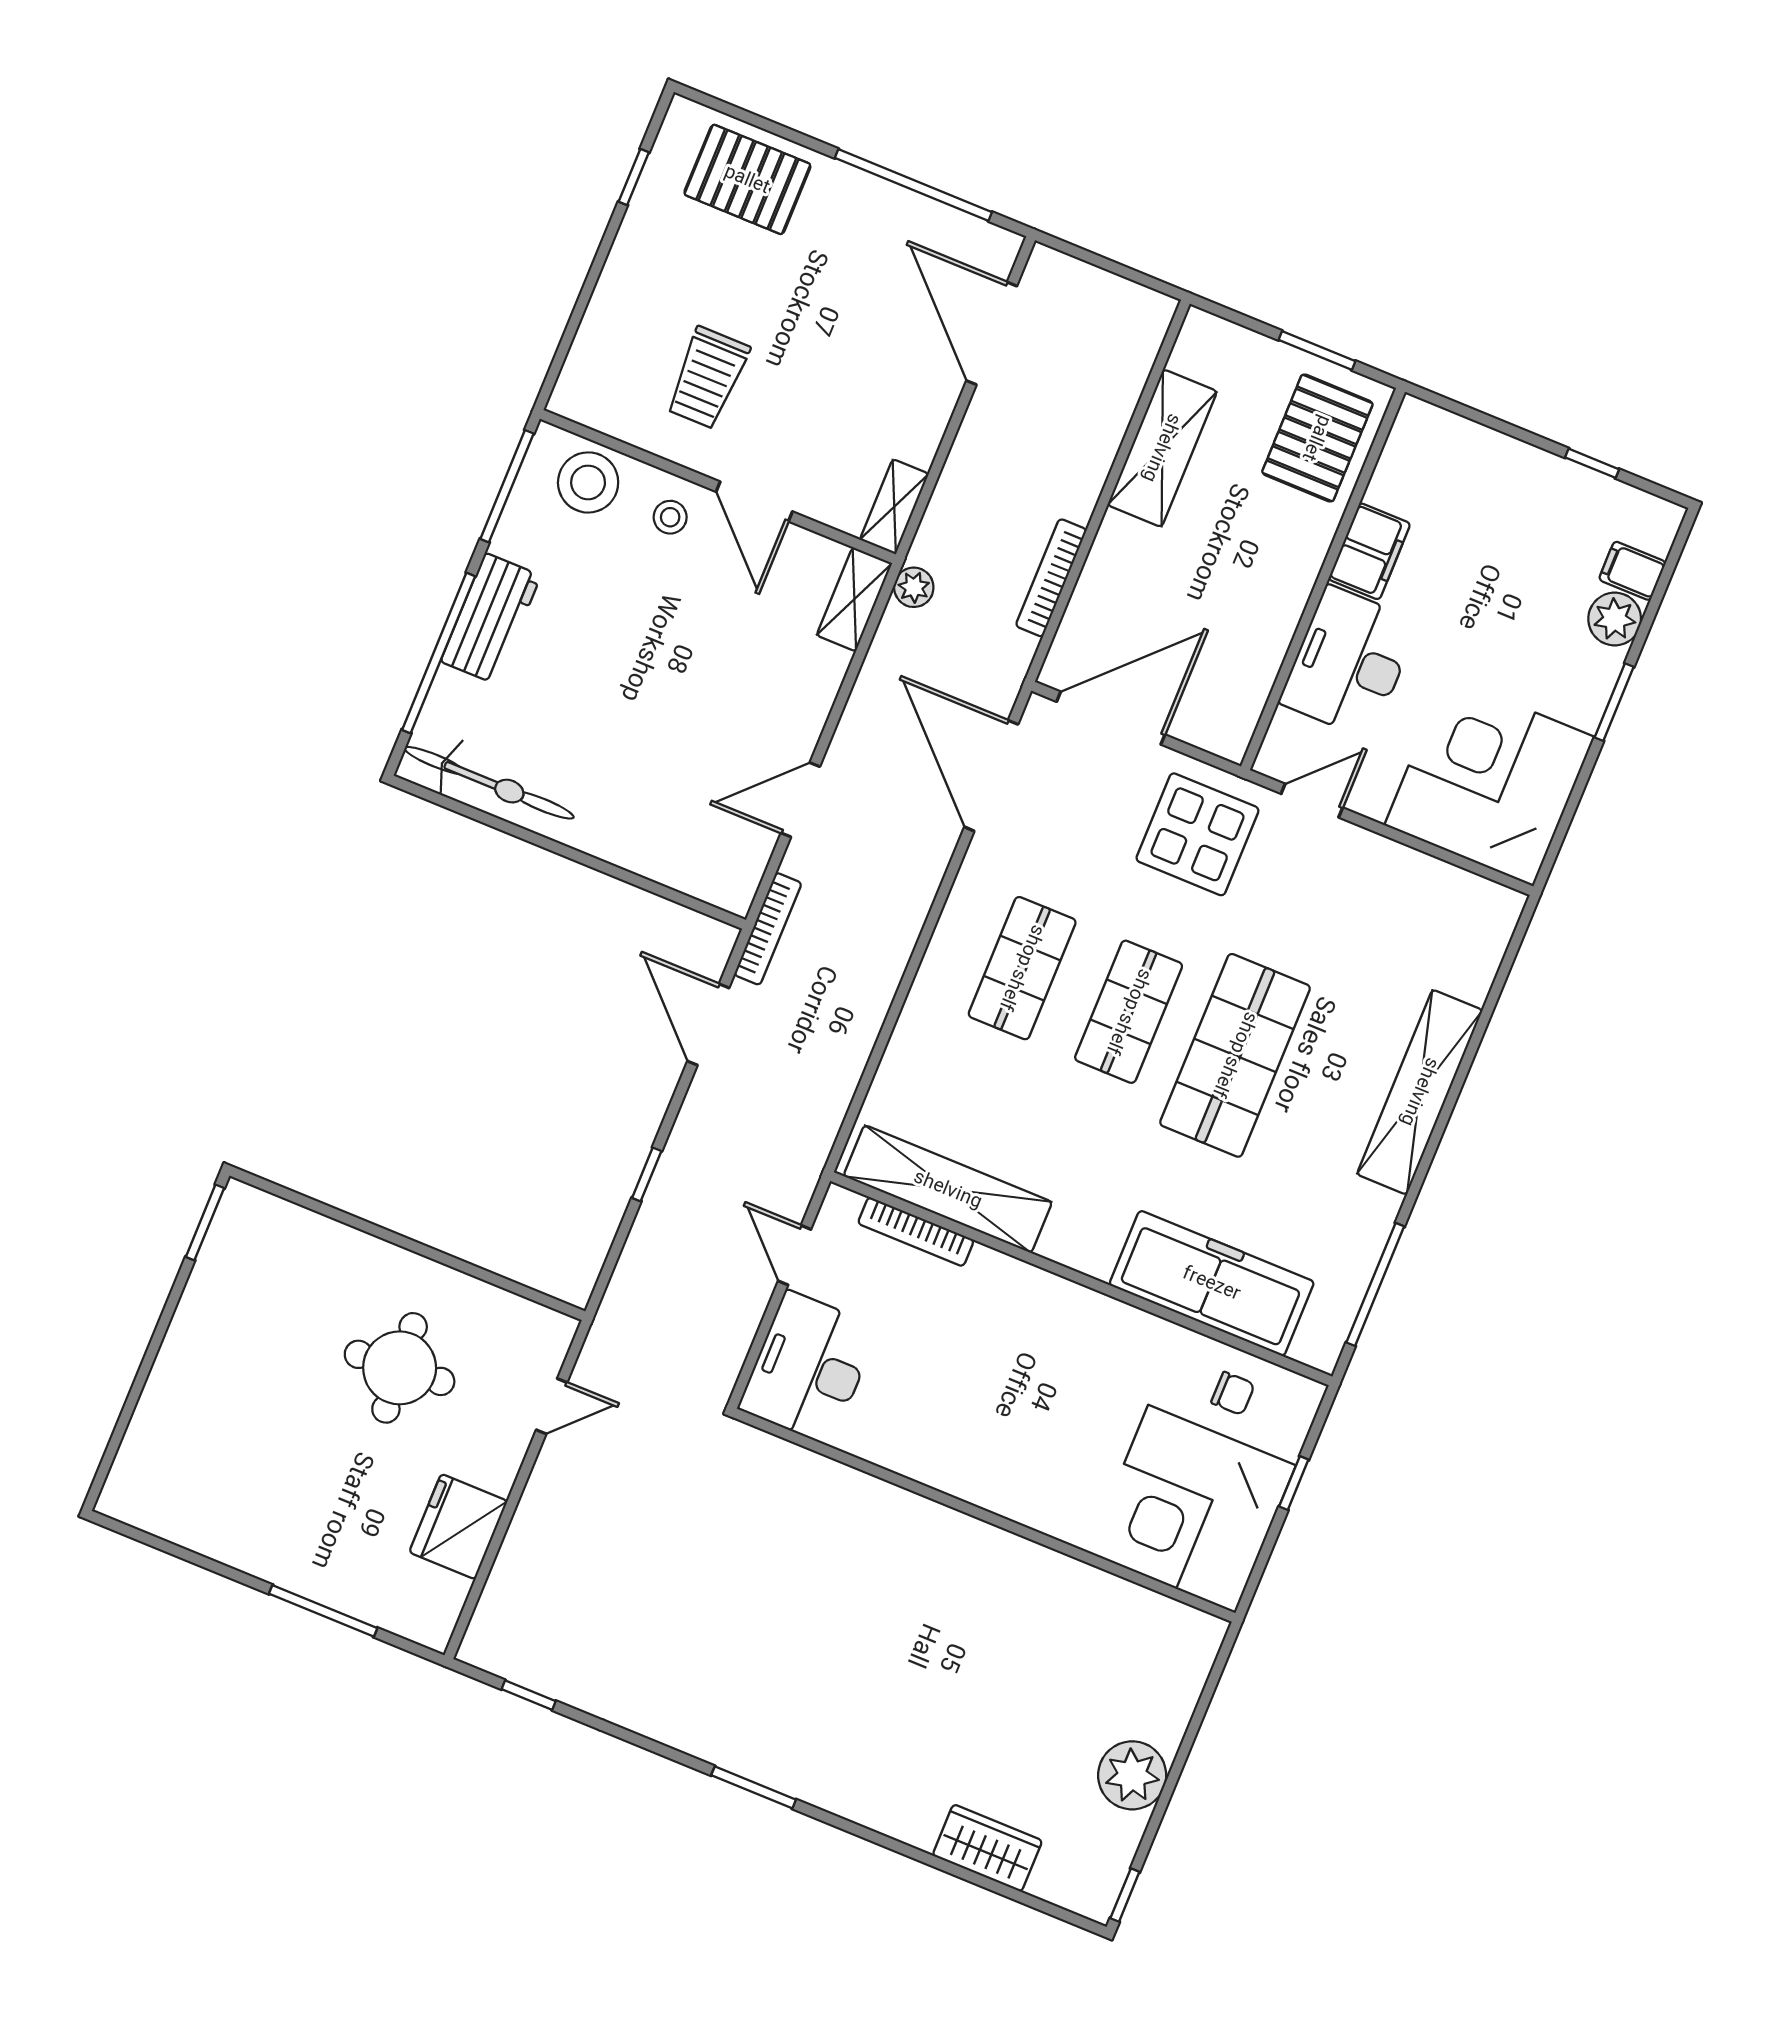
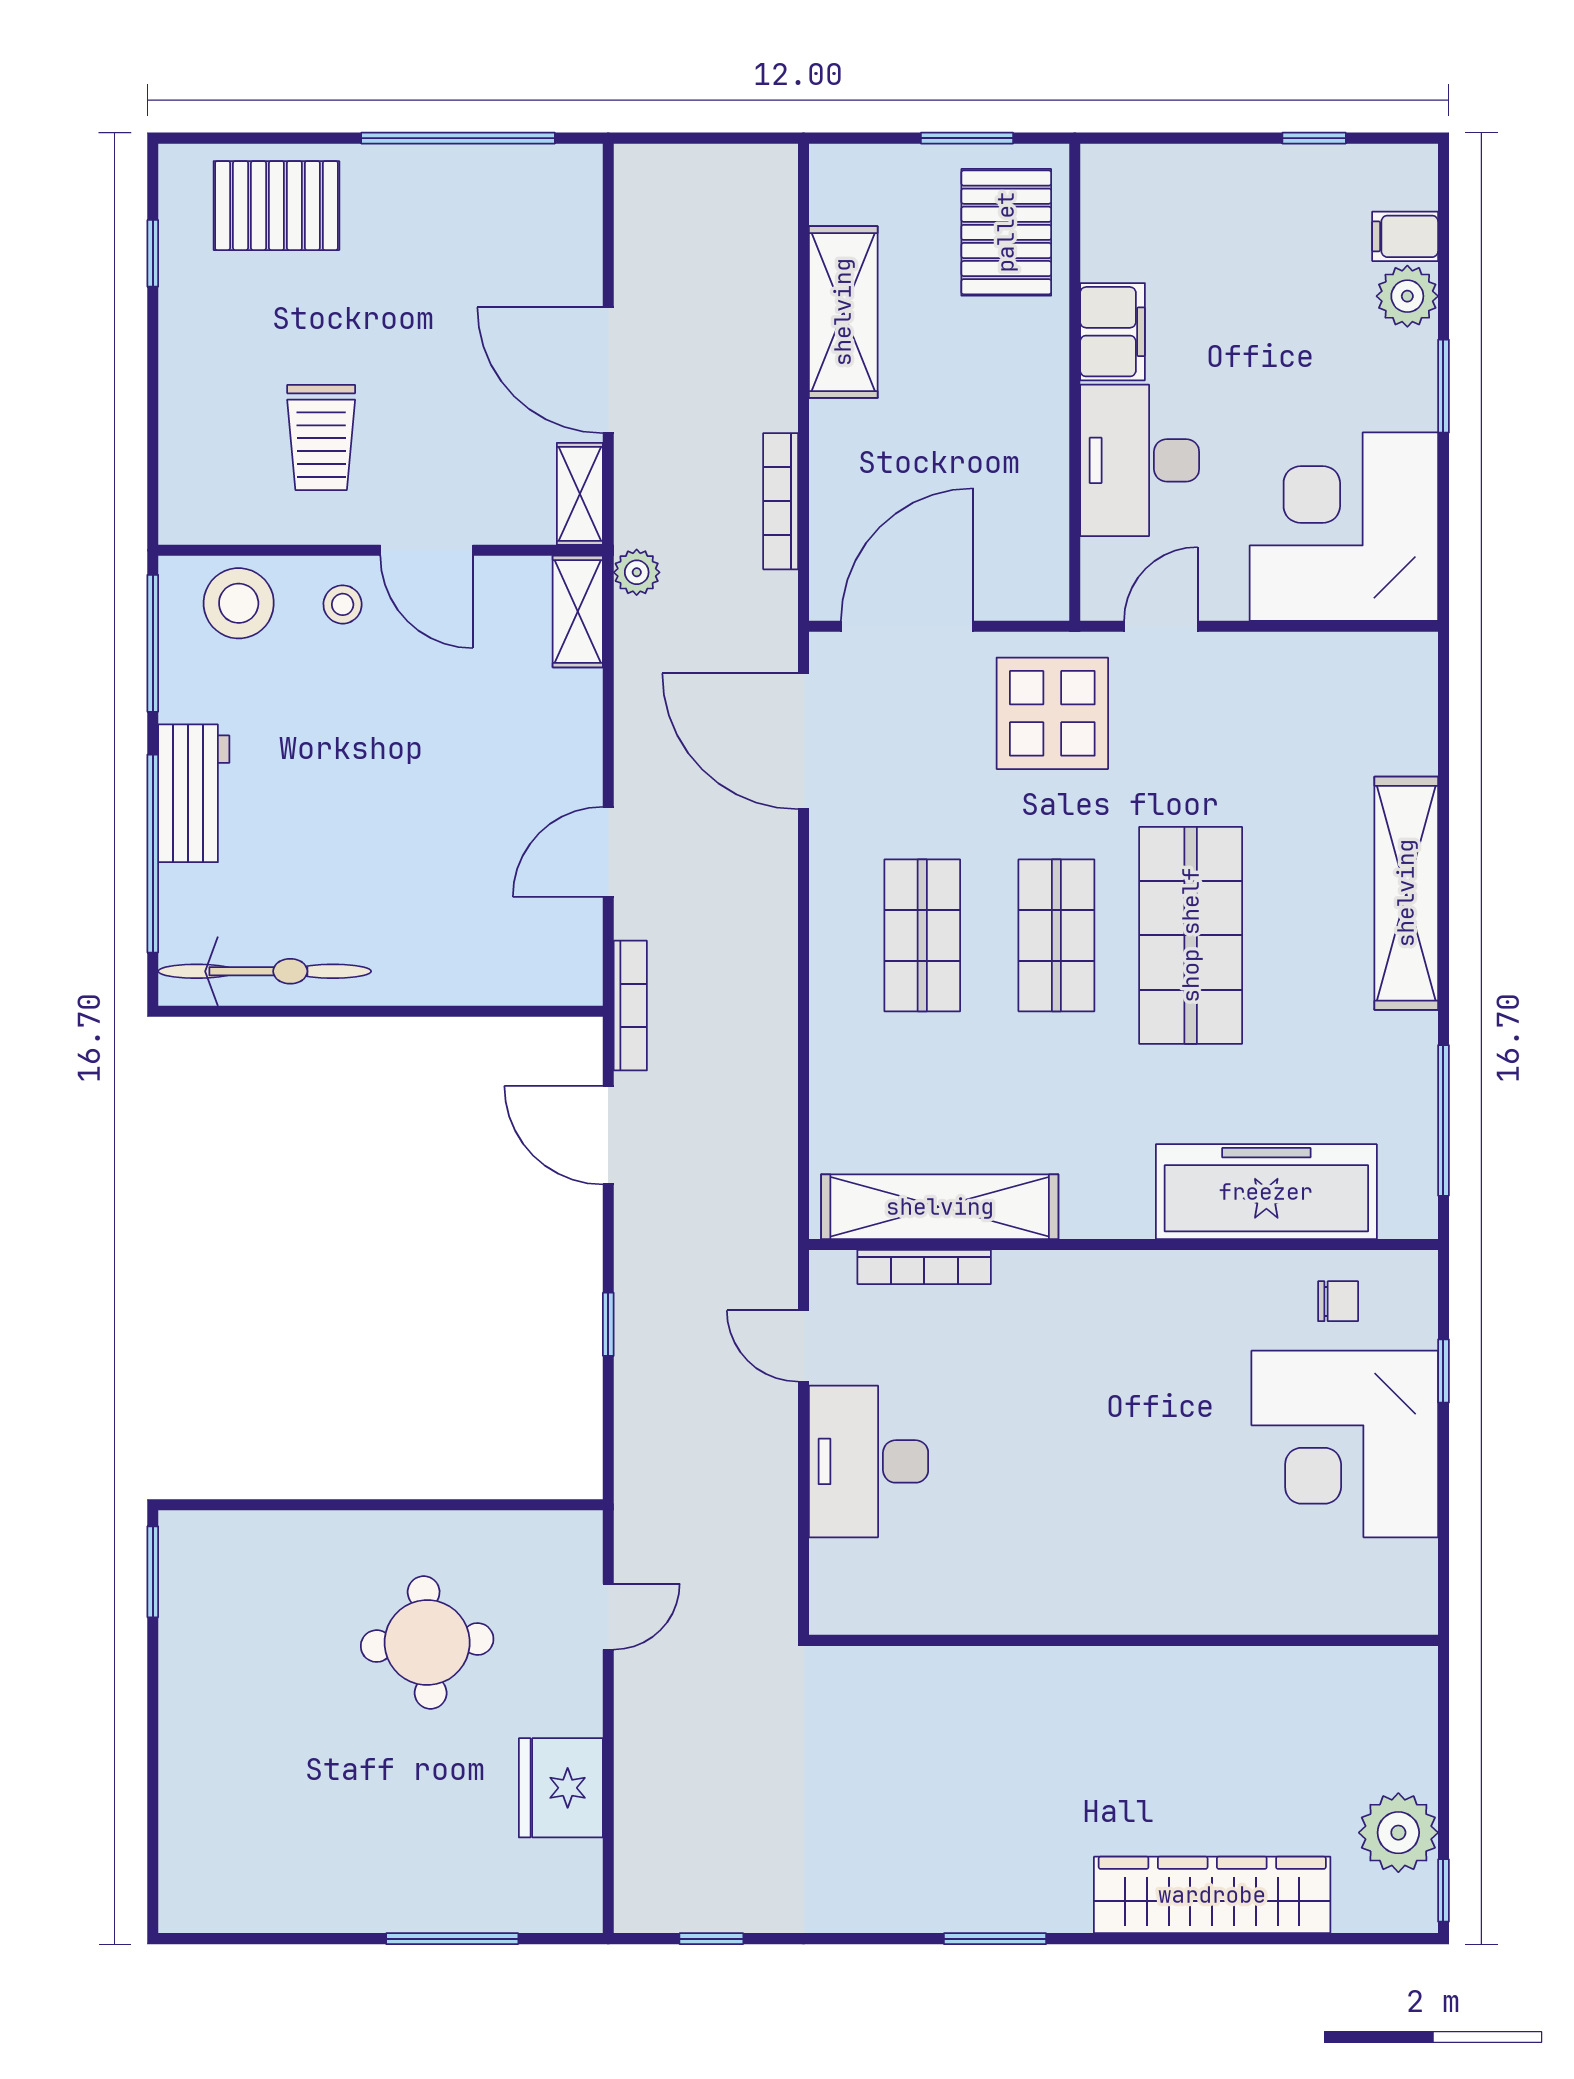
door: (992, 333) -> (608, 370), moved
wall: (984, 1515) -> (1124, 1640), moved
plant: (1132, 1775) -> (1398, 1833), moved
wardrobe: (987, 1848) -> (1212, 1895), width x2.10, depth x1.17

